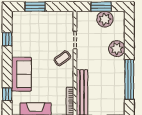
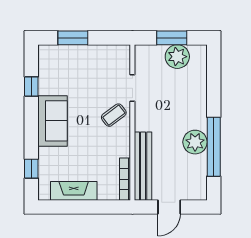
plant: (117, 49) -> (195, 142), moved
sofa: (21, 74) -> (53, 121), moved

